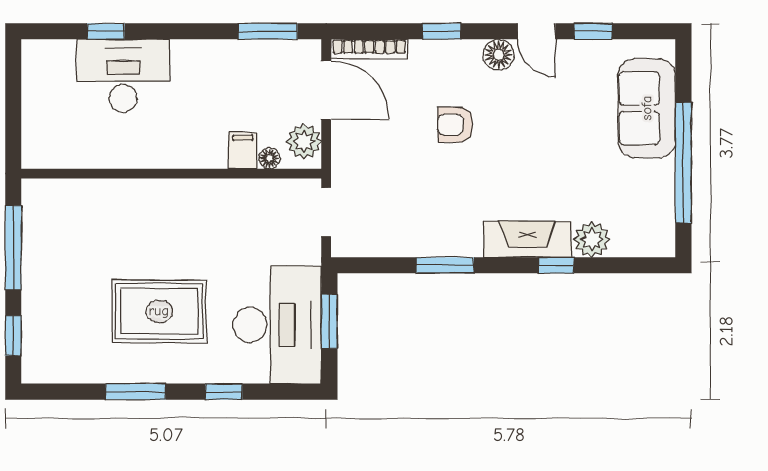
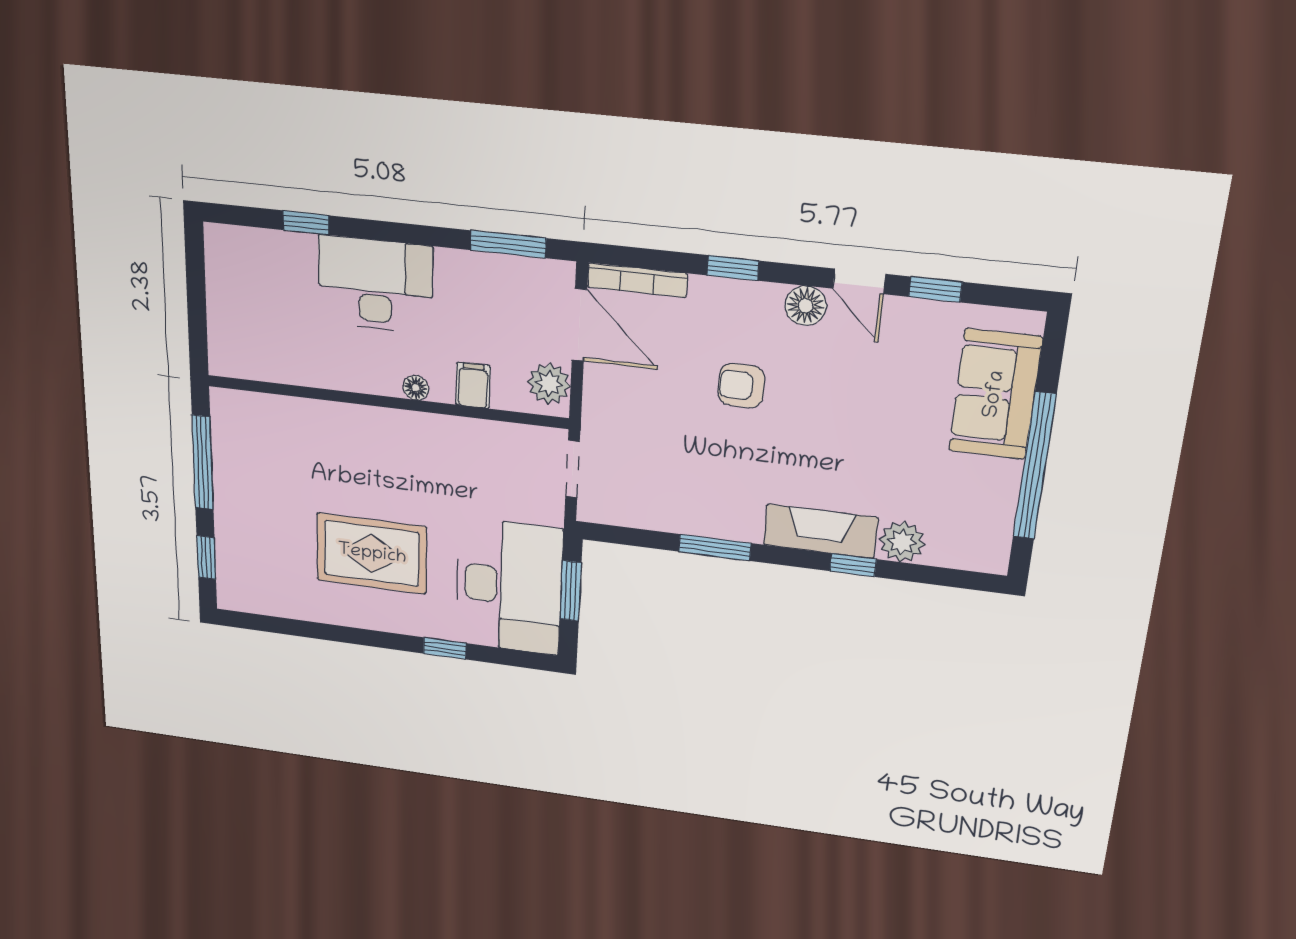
desk: (123, 76) -> (375, 285), moved
floor lamp: (269, 158) -> (416, 388), moved
window: (136, 392) -> (345, 634), removed

